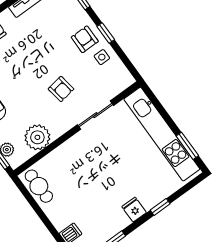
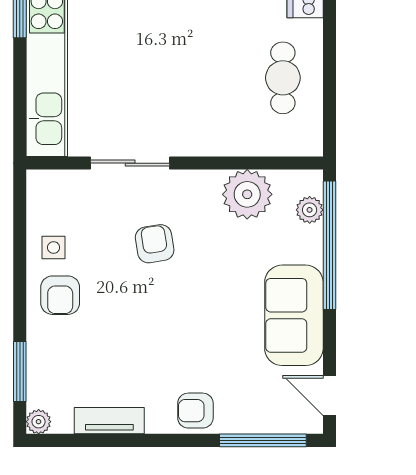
window: (106, 33) -> (20, 281), removed
cafe table: (39, 186) -> (283, 78), moved

